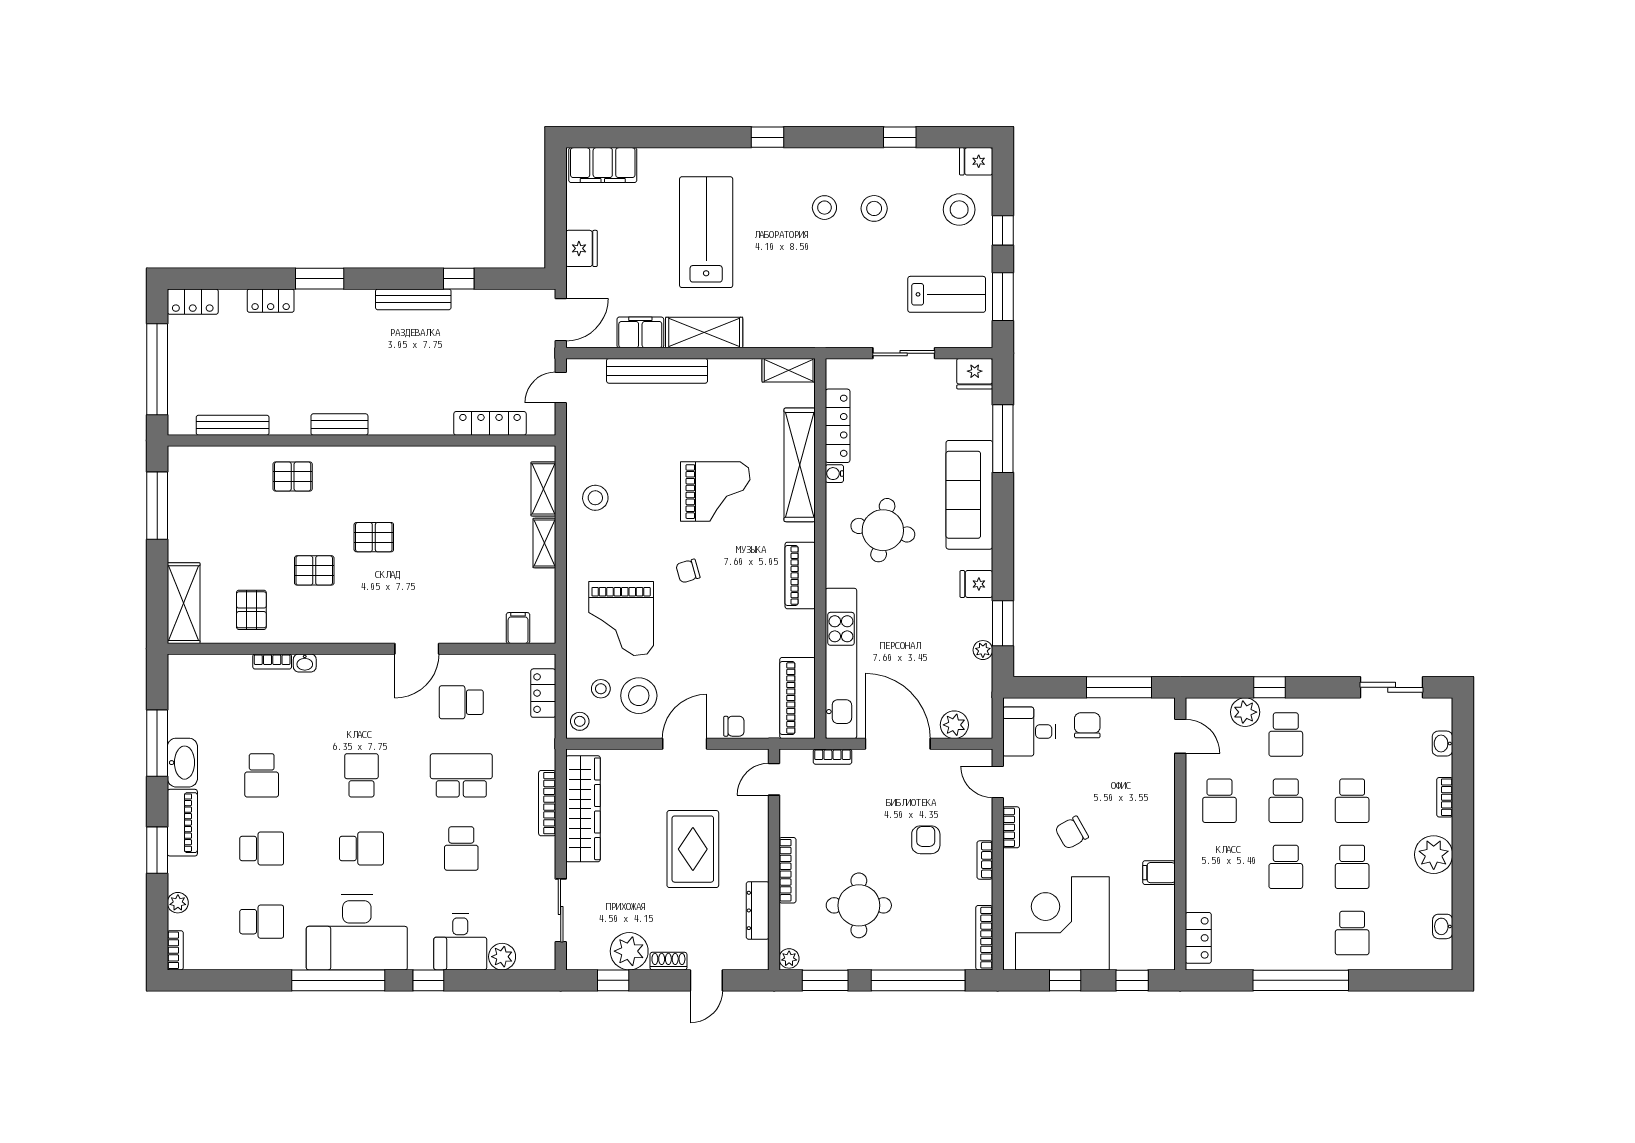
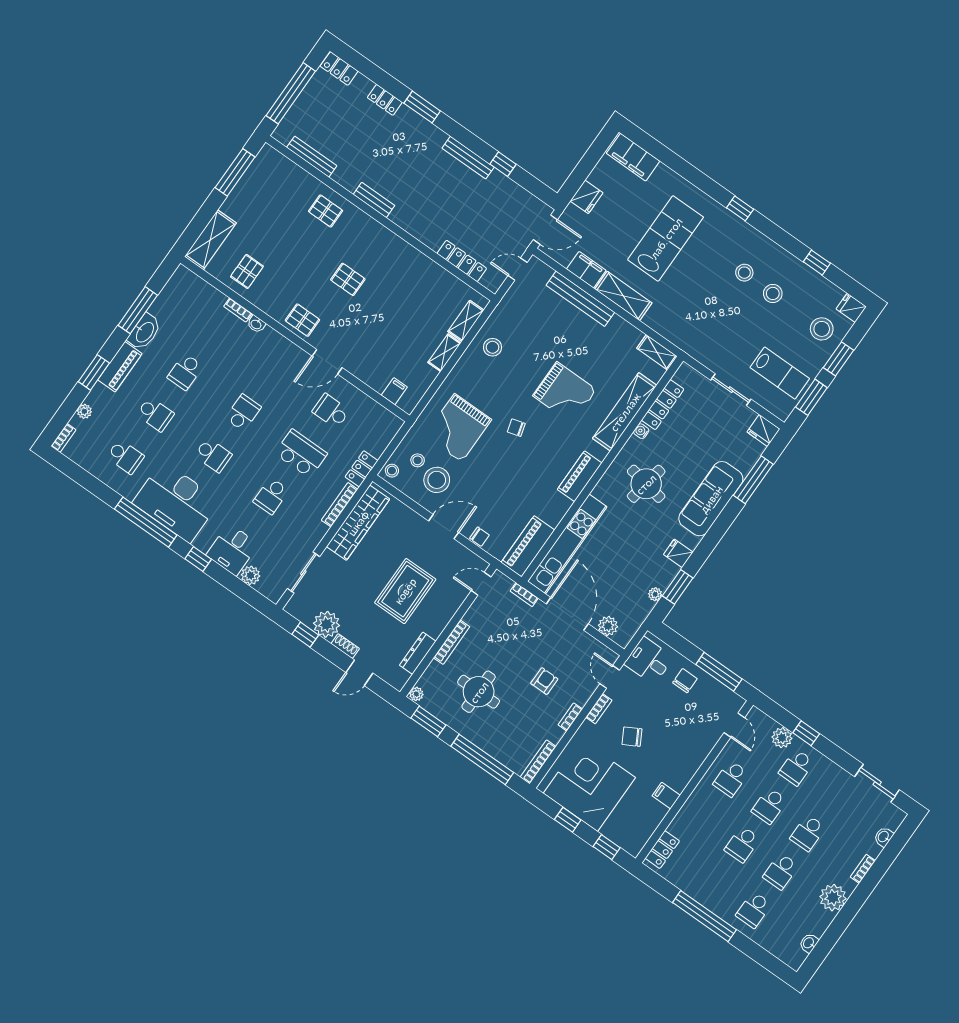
window: (1003, 230) -> (839, 359), width x1.50
pallet: (314, 570) -> (302, 320), moved
locker: (543, 693) -> (361, 469), moved

